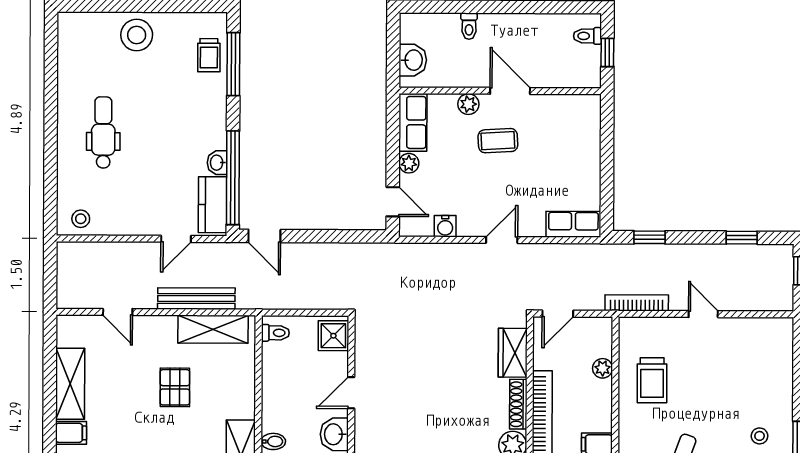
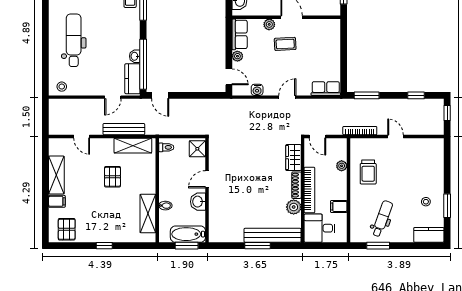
dental chair: (103, 132) -> (74, 40), width x1.36, depth x1.38
window: (650, 237) -> (367, 95), width x1.50
door: (558, 314) -> (318, 136), hinge flipped

